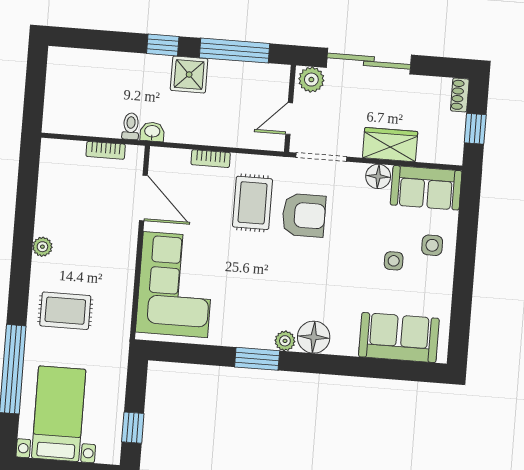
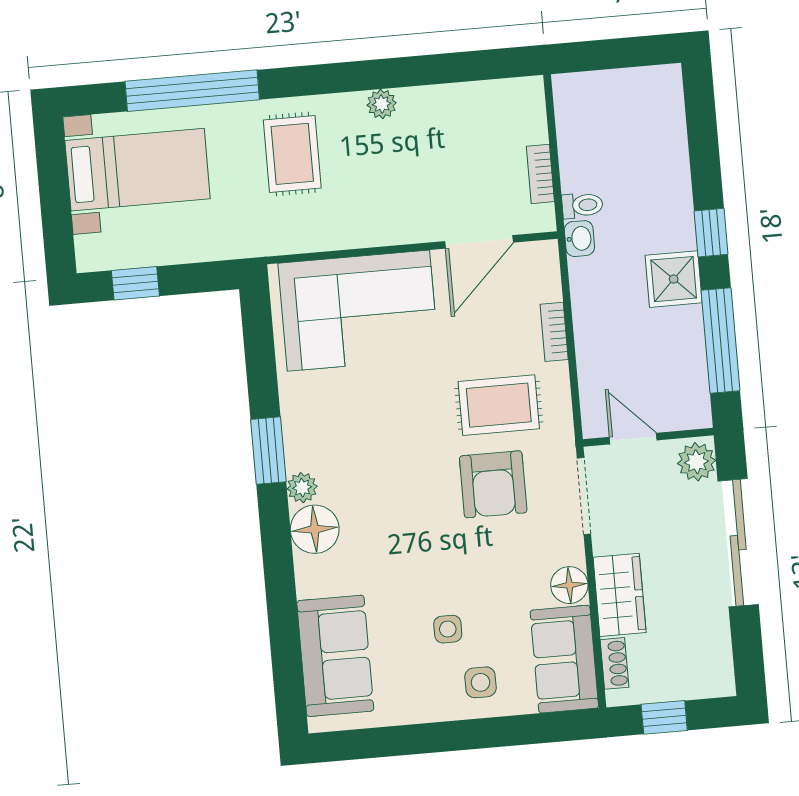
shoe rack: (460, 95) -> (615, 663), moved, turned 90

